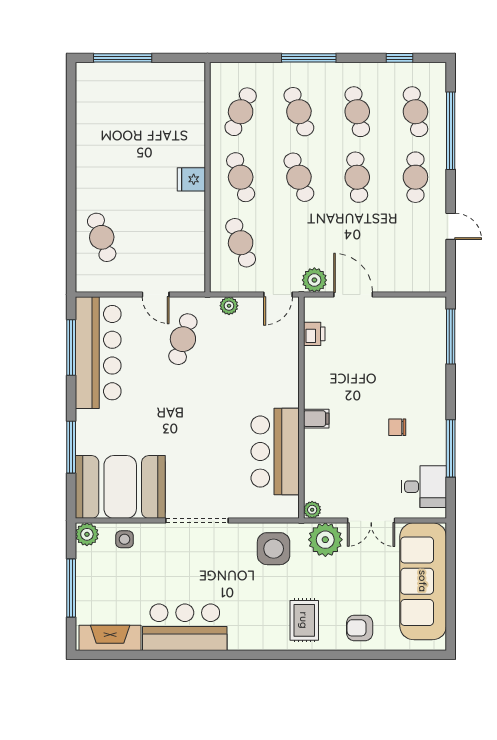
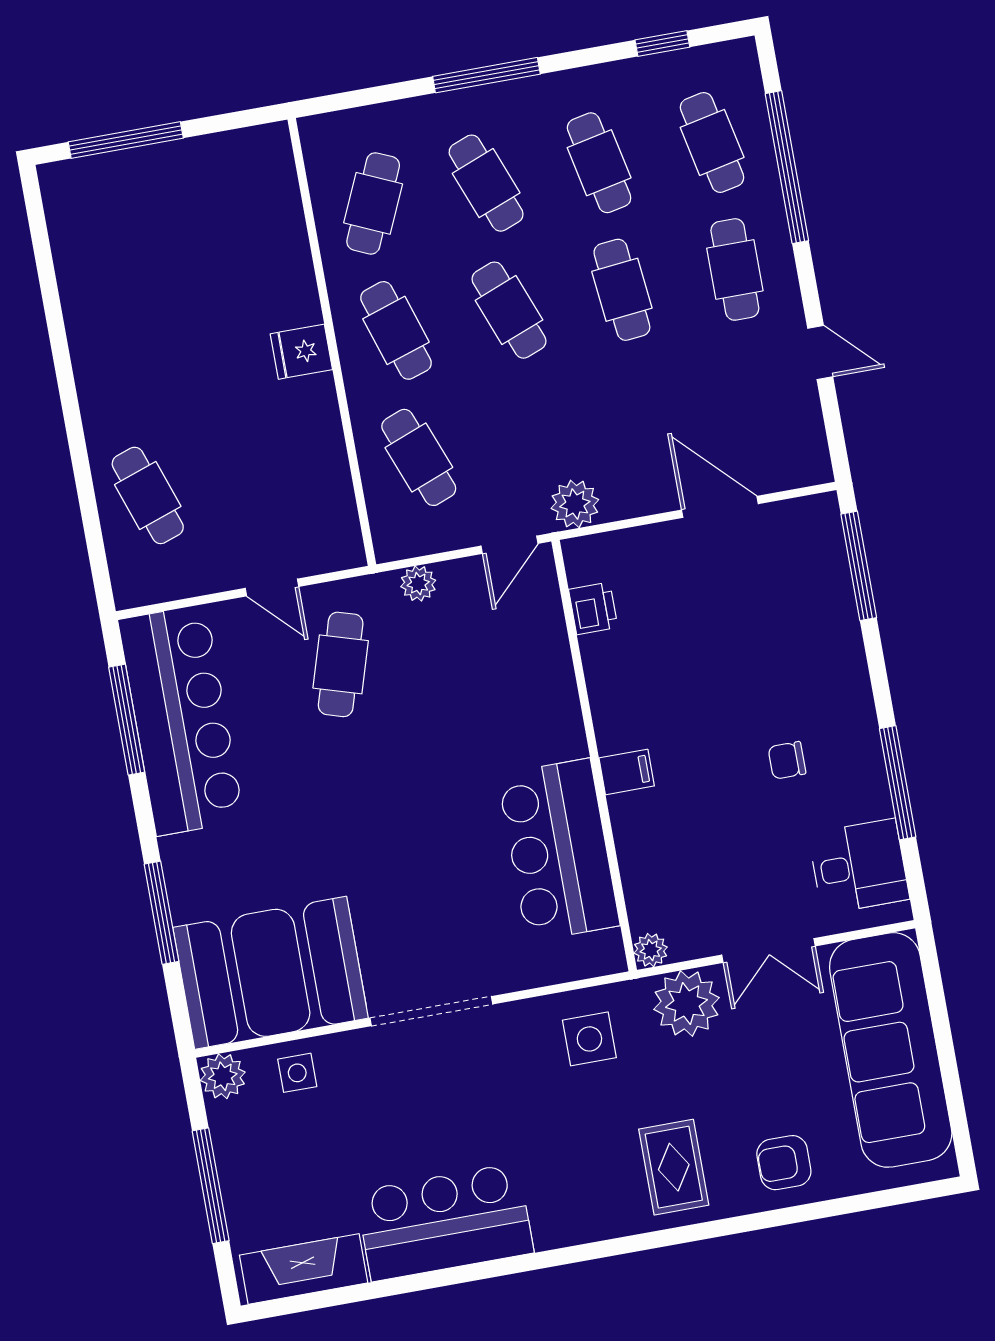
door: (353, 294) -> (720, 507), moved
side table: (274, 549) -> (589, 1039), width x0.73, depth x0.73

